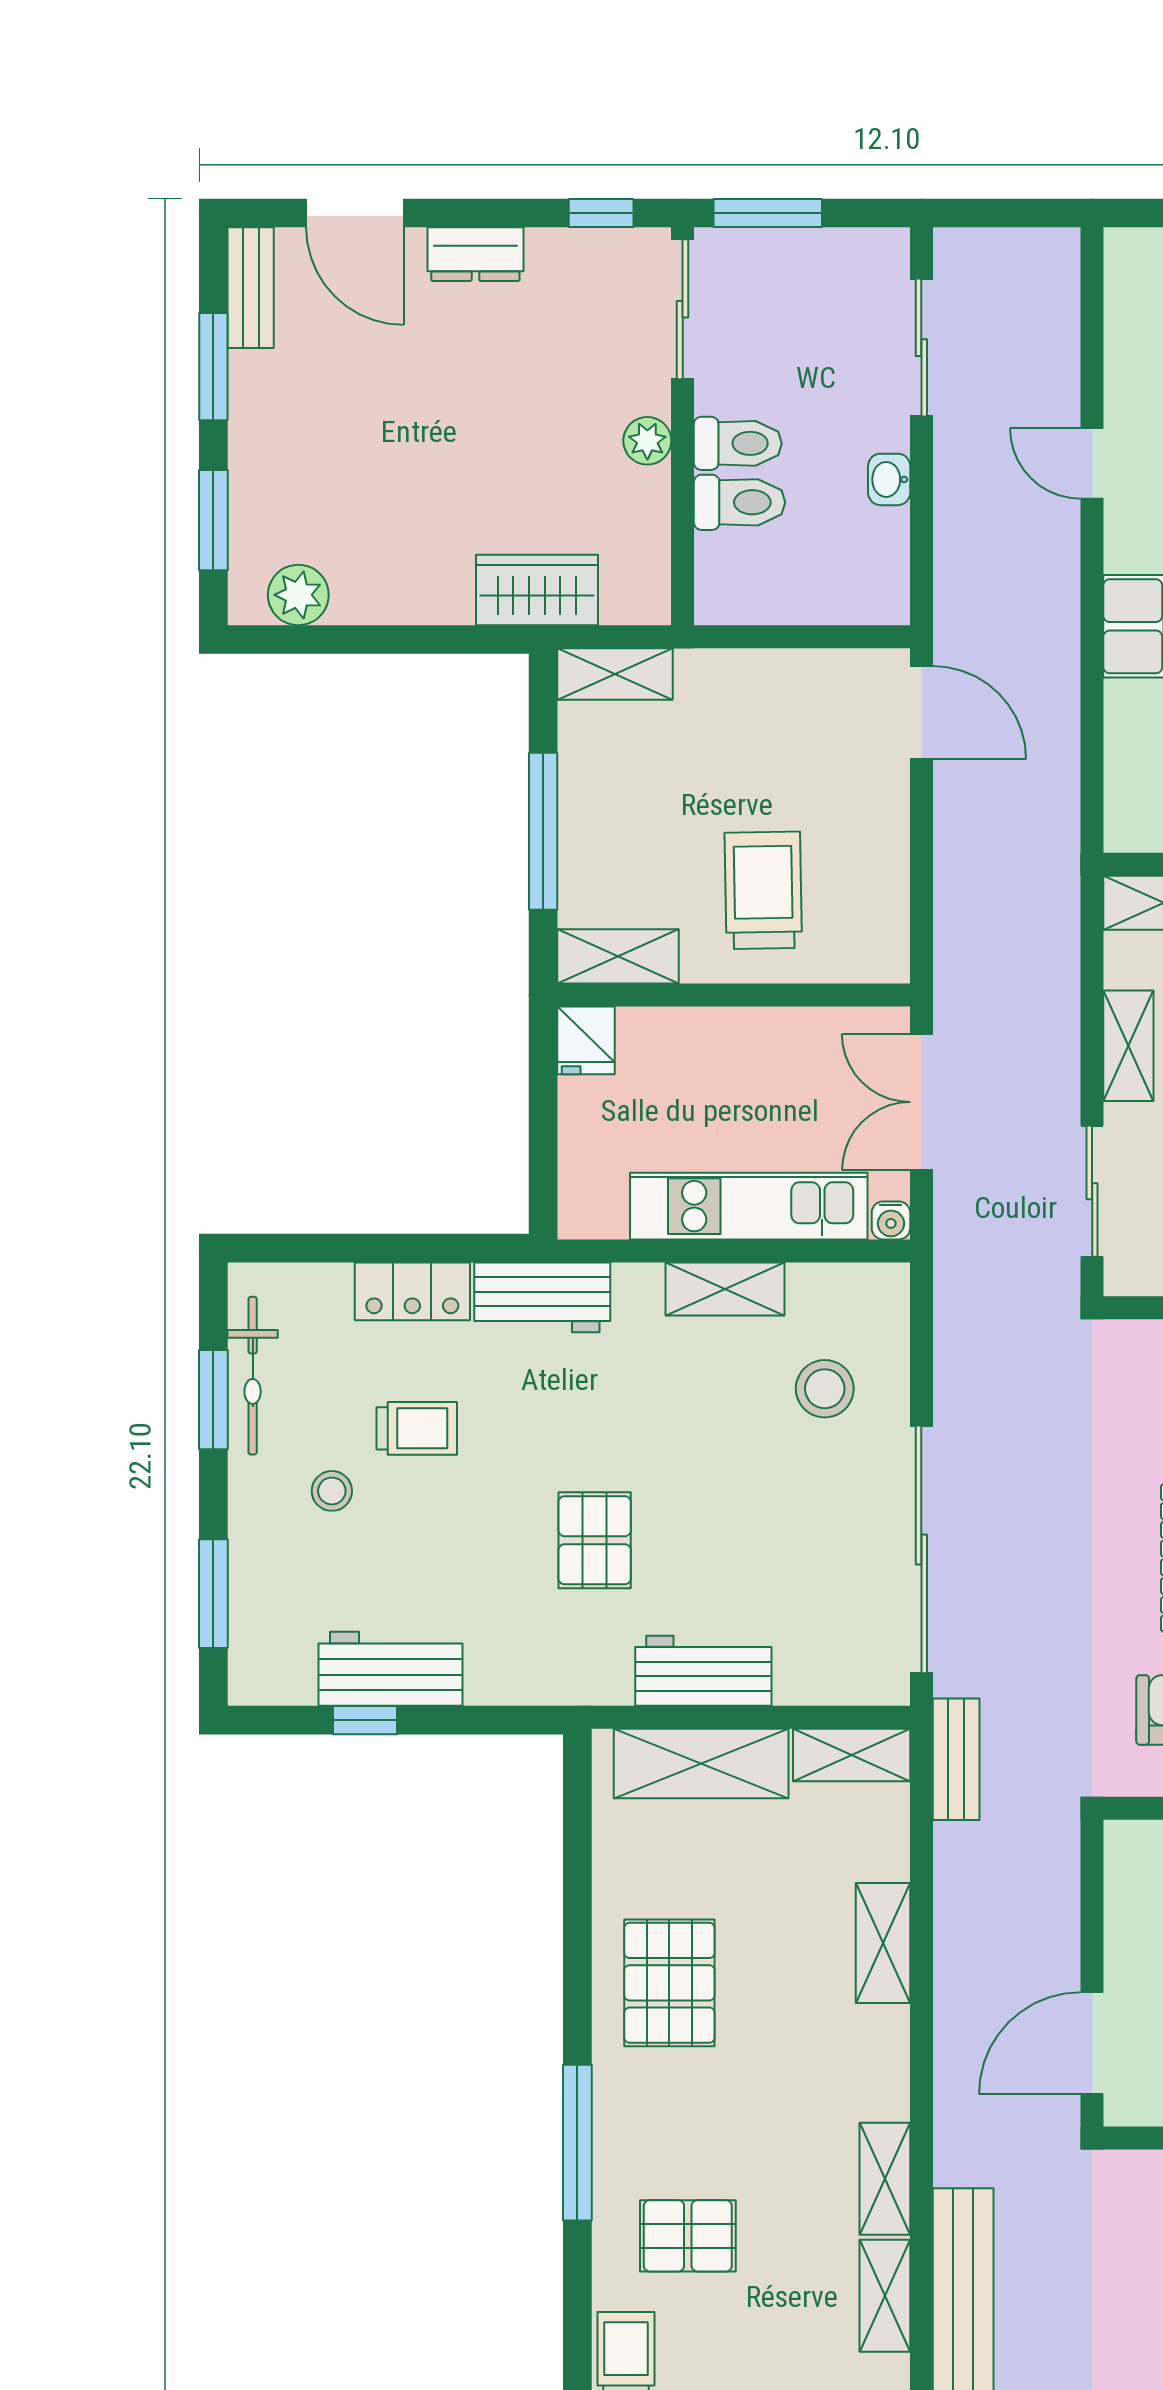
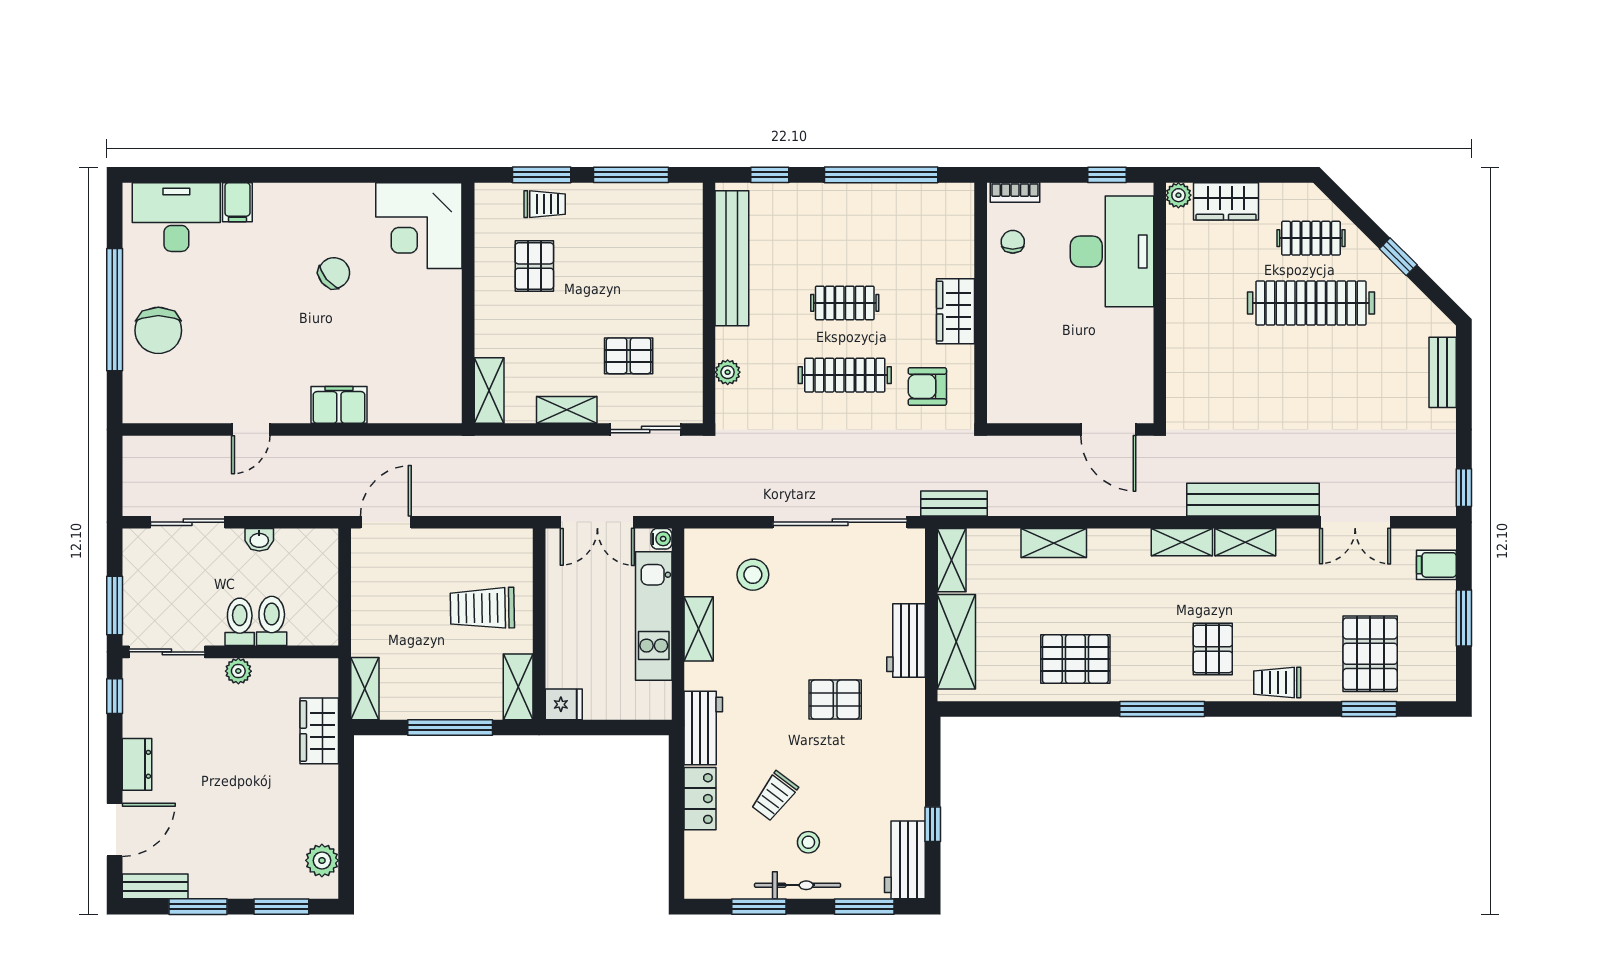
bicycle: (253, 1376) -> (798, 885), moved
trolley: (417, 1428) -> (774, 796), turned -143
workbench: (390, 1669) -> (905, 860), moved

